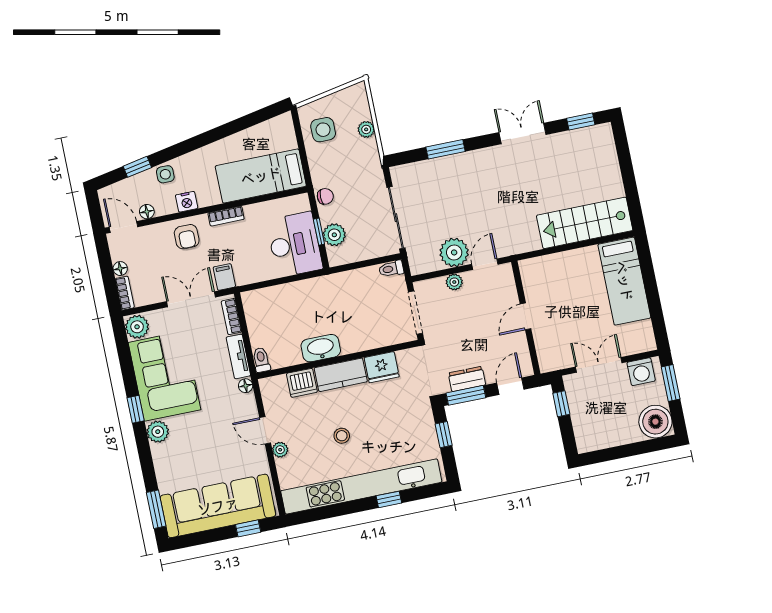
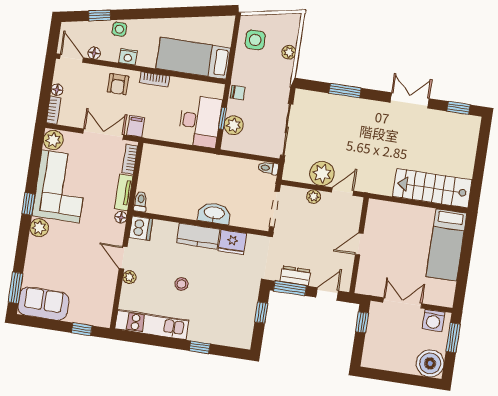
washbasin: (321, 348) -> (214, 213), moved
dishwasher: (302, 383) -> (141, 228), moved, turned -90
kitchen unit: (361, 486) -> (152, 325), width x0.54
sofa: (218, 506) -> (43, 304), width x0.54, depth x0.79

